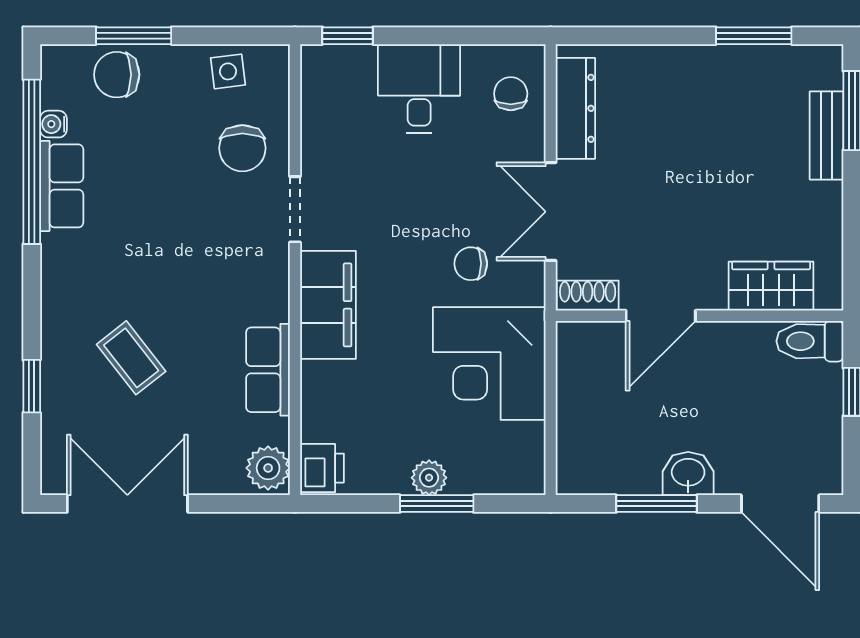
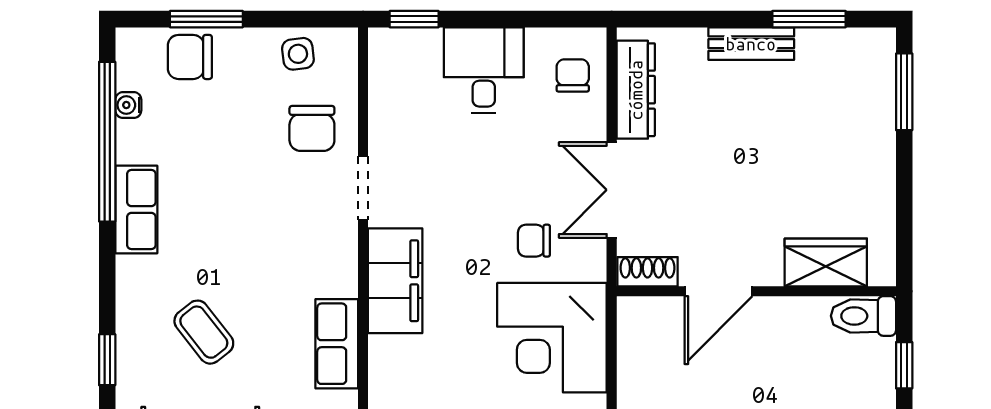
bench: (826, 136) -> (751, 44), moved, turned 90
row of seats: (62, 186) -> (136, 209), moved

